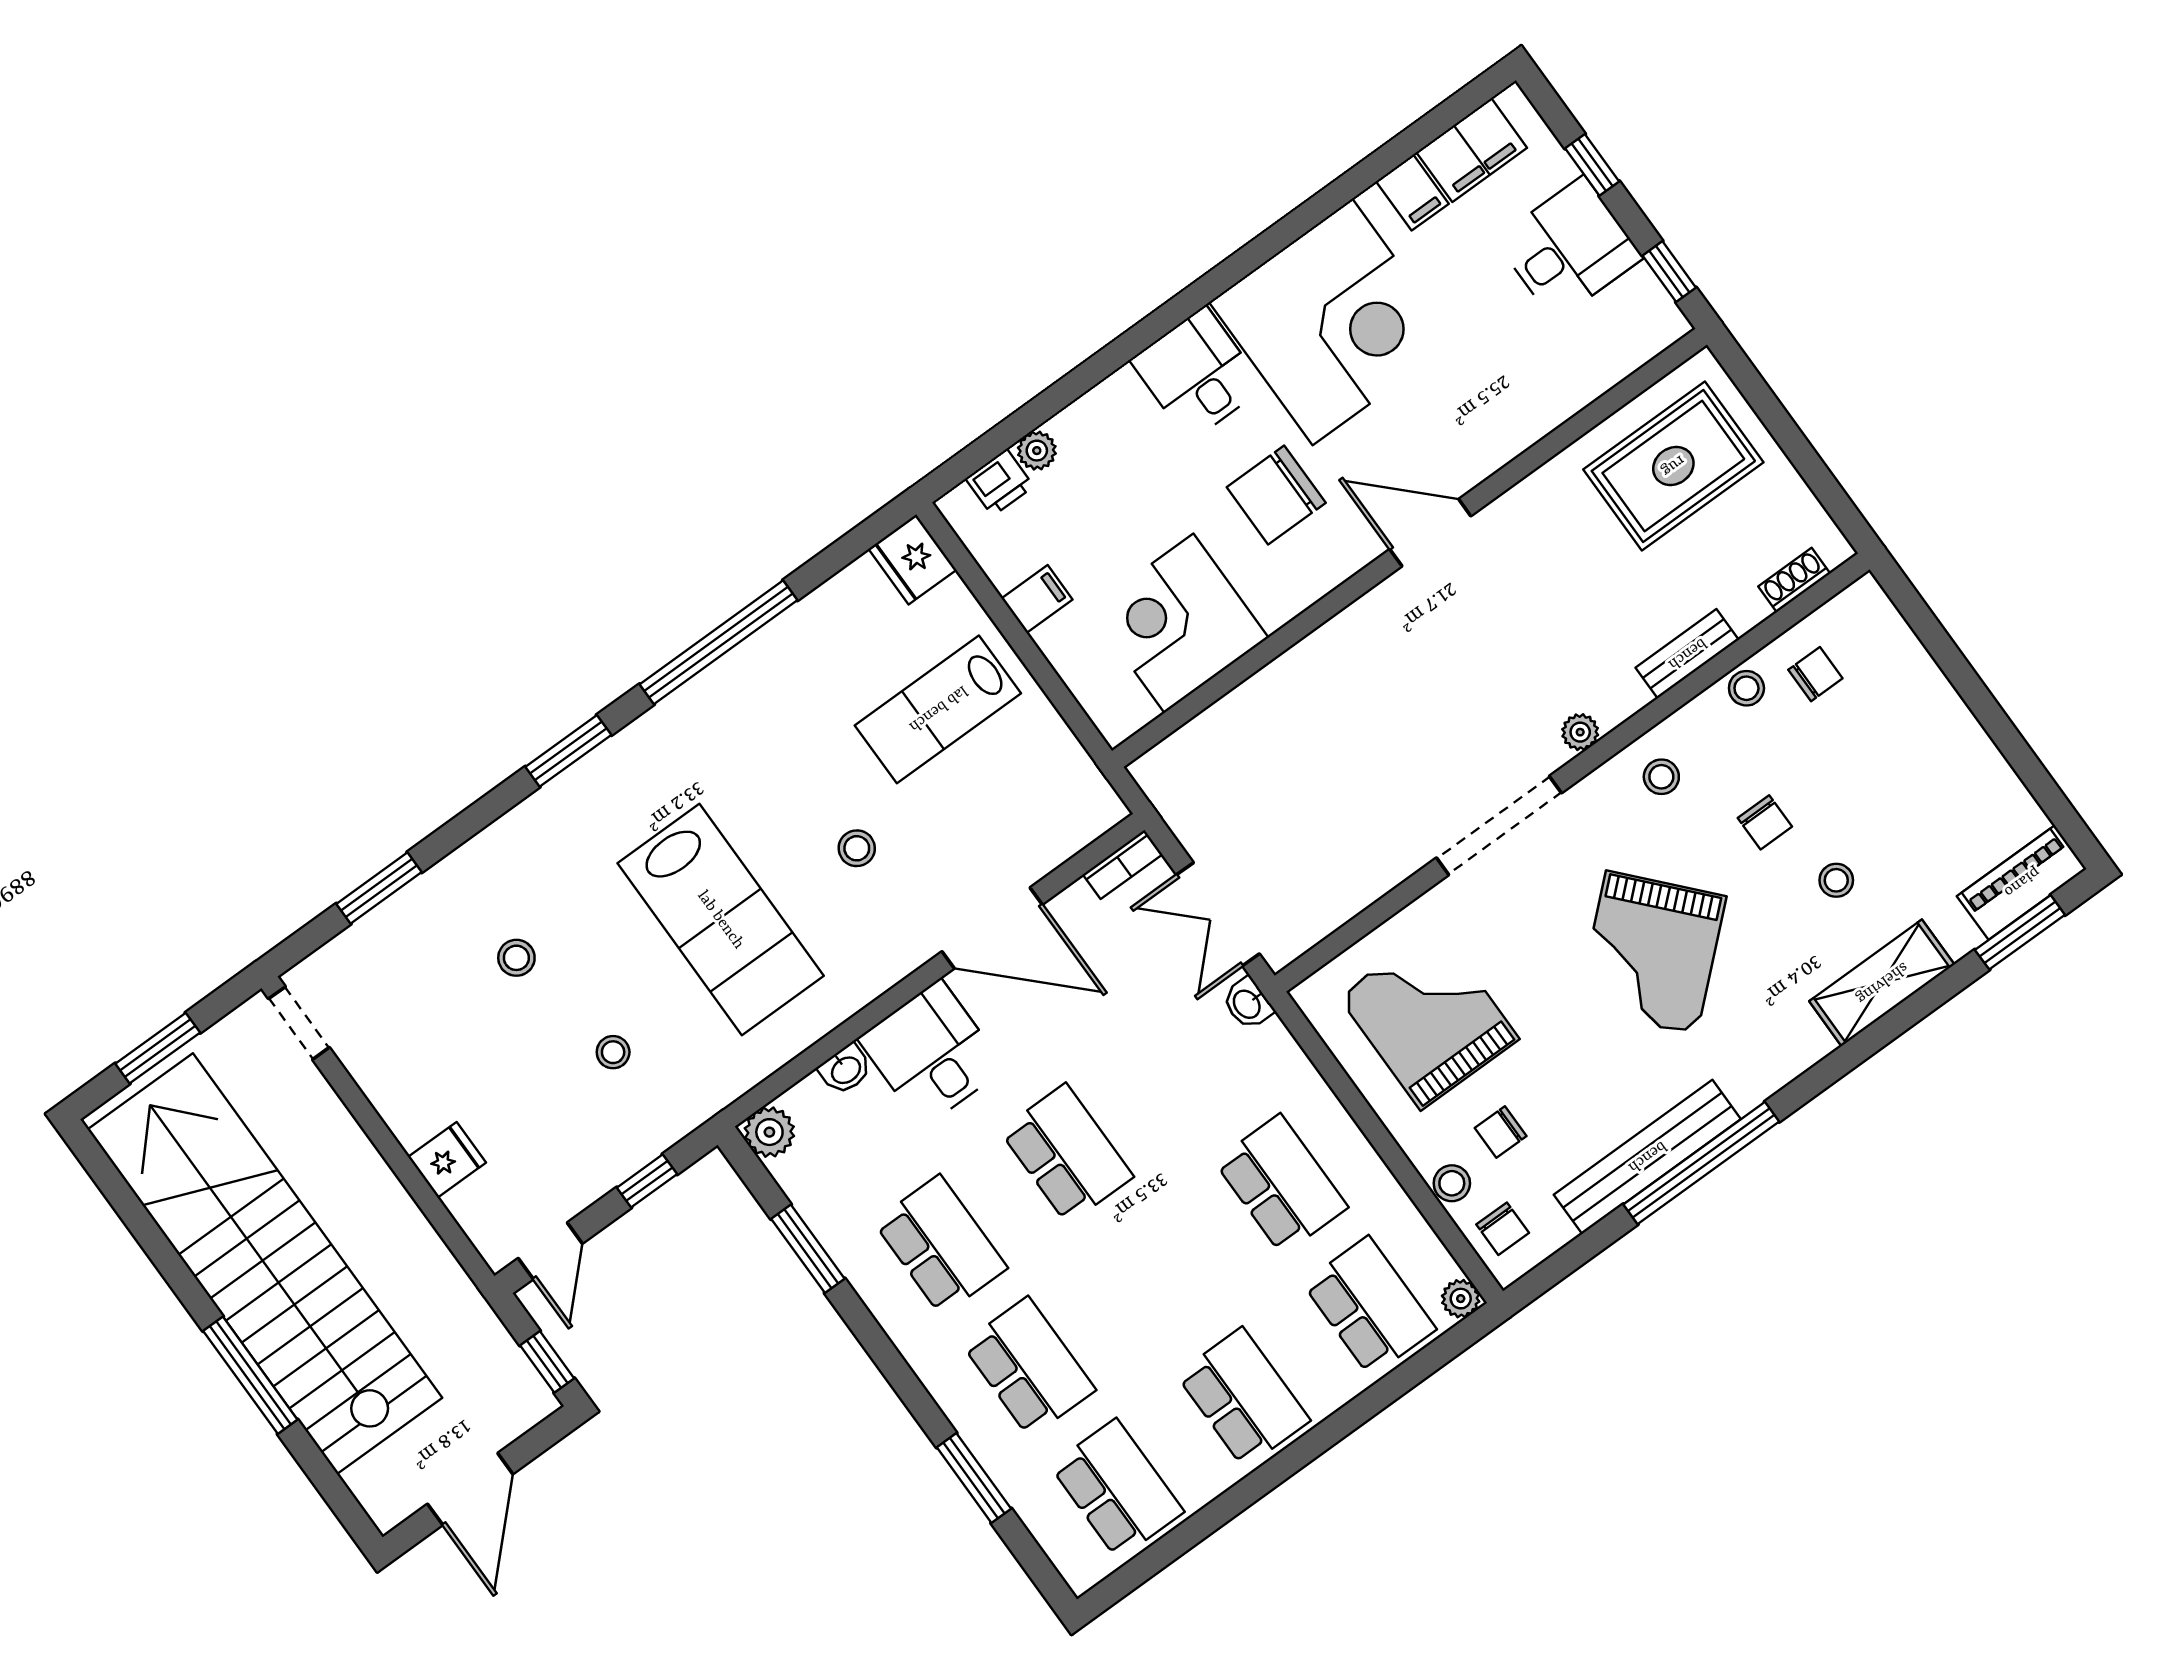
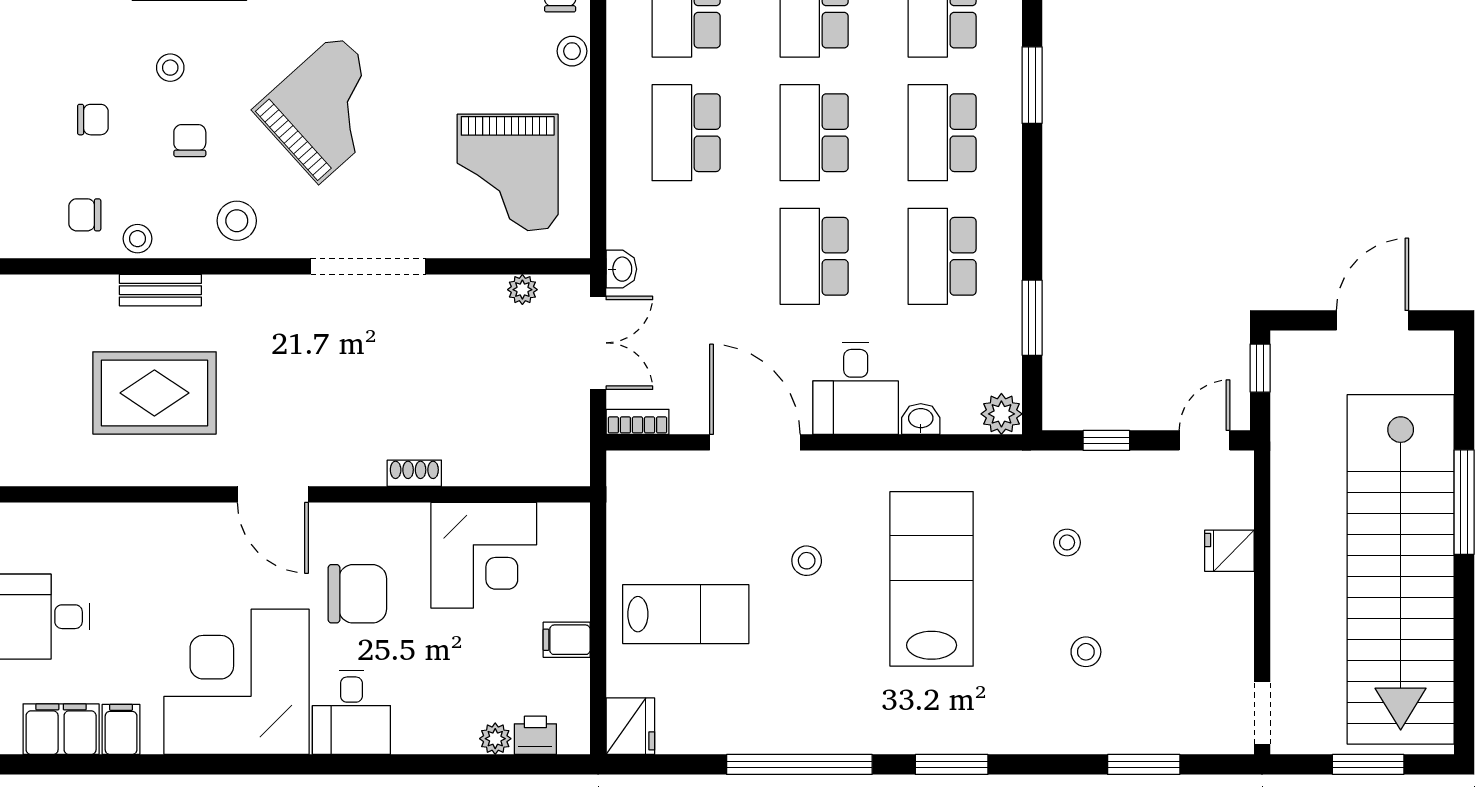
rug: (1673, 466) -> (154, 393), moved
shoe rack: (1794, 580) -> (414, 473), moved, turned 180
plant: (1580, 732) -> (522, 290), moved
stool: (1661, 777) -> (237, 221), width x1.37, depth x1.37
chair: (1501, 1132) -> (93, 120), moved
school desk: (1155, 1276) -> (814, 133), added

